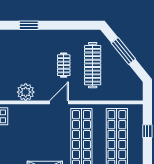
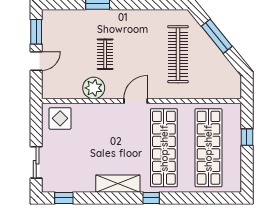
clothes rail: (64, 65) -> (105, 54), moved

